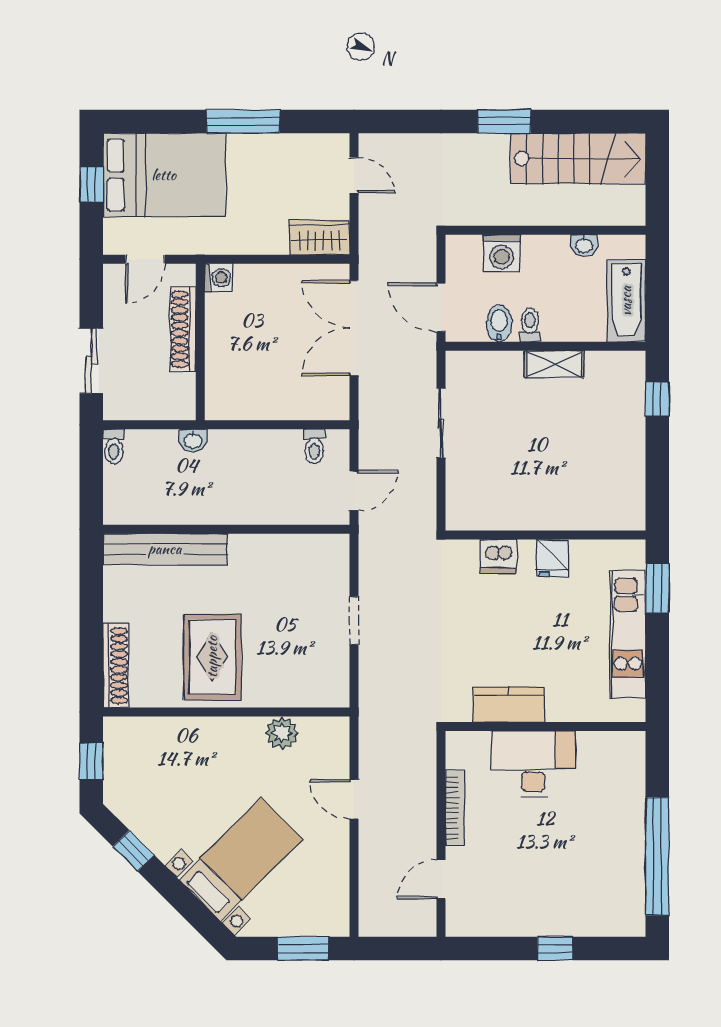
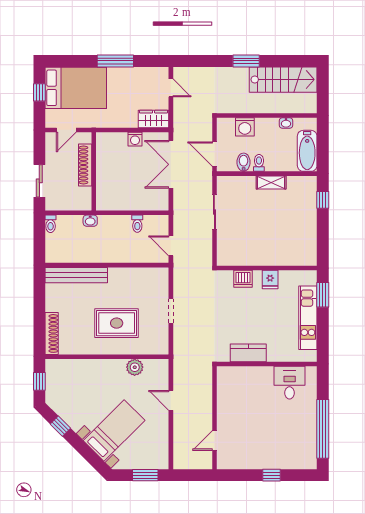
washing machine: (218, 278) -> (135, 139), moved, turned 90
toilet: (314, 446) -> (137, 224), moved
door: (354, 491) -> (171, 246), swing flipped
rug: (212, 657) -> (117, 323), moved, turned 90
desk: (533, 764) -> (290, 383), moved, width x0.73
bookcase: (455, 808) -> (221, 405), removed

